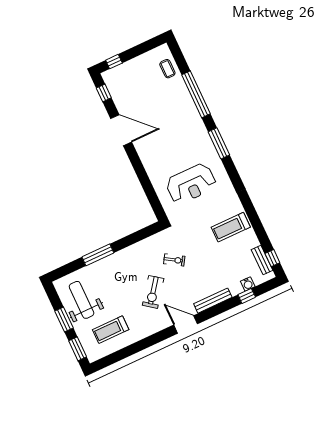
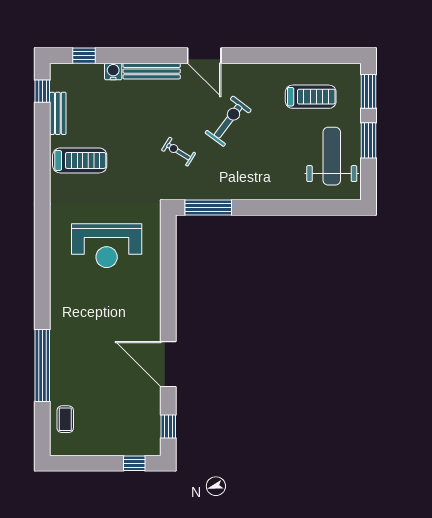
window: (219, 143) -> (42, 283), removed
reception desk: (191, 184) -> (107, 246), turned 180
window: (98, 255) -> (208, 208), moved
bench: (262, 260) -> (58, 113), moved
water cooler: (248, 284) -> (113, 71), moved
window: (247, 296) -> (84, 56), moved
weight bench: (82, 300) -> (332, 156), turned 180

